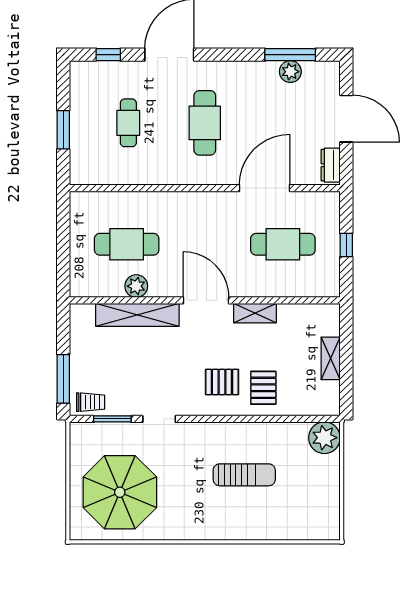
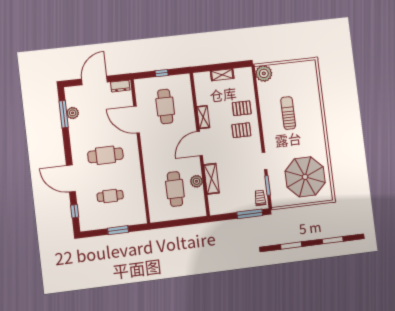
shelving: (137, 315) -> (212, 179), width x0.68
pallet: (222, 382) -> (241, 130), turned 90

